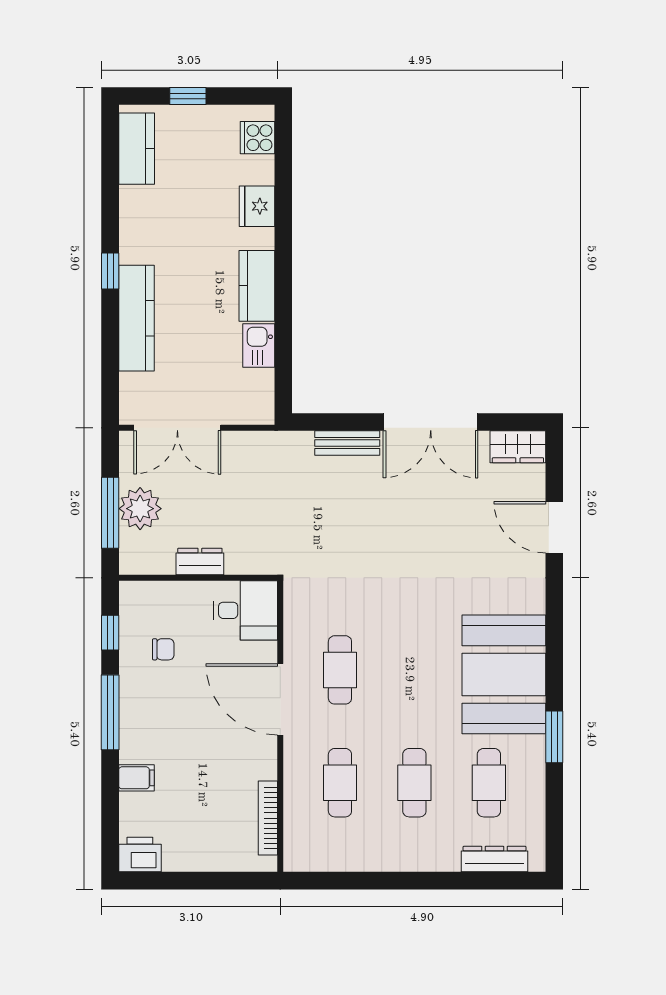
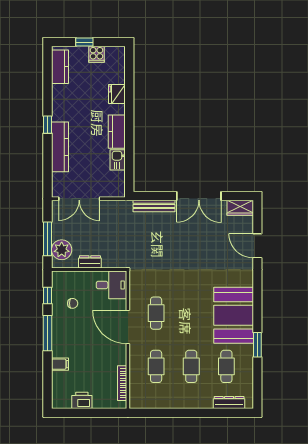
cooker: (257, 138) -> (96, 54), moved, turned -90
bench: (347, 443) -> (154, 206), width x1.36
plant: (140, 509) -> (62, 250), moved
printer: (140, 855) -> (82, 400), moved

